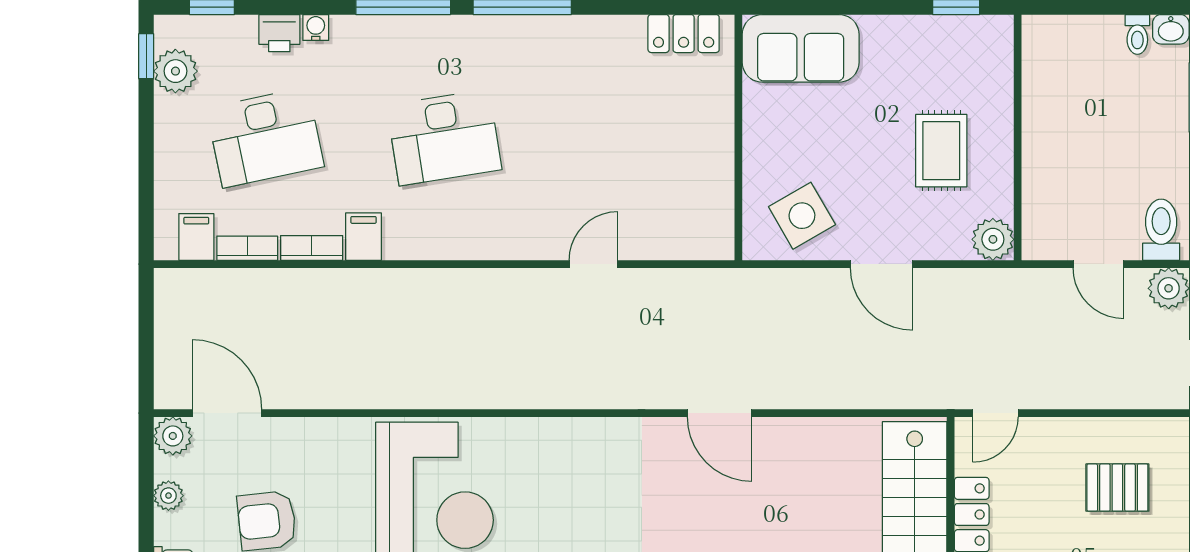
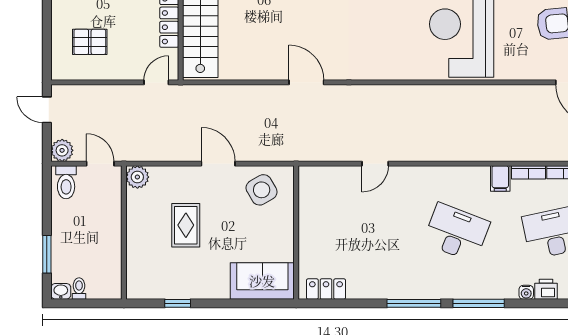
desk: (444, 137) -> (456, 232), turned 30
wall: (1018, 137) -> (124, 232), moved
plant: (993, 239) -> (137, 177), moved

